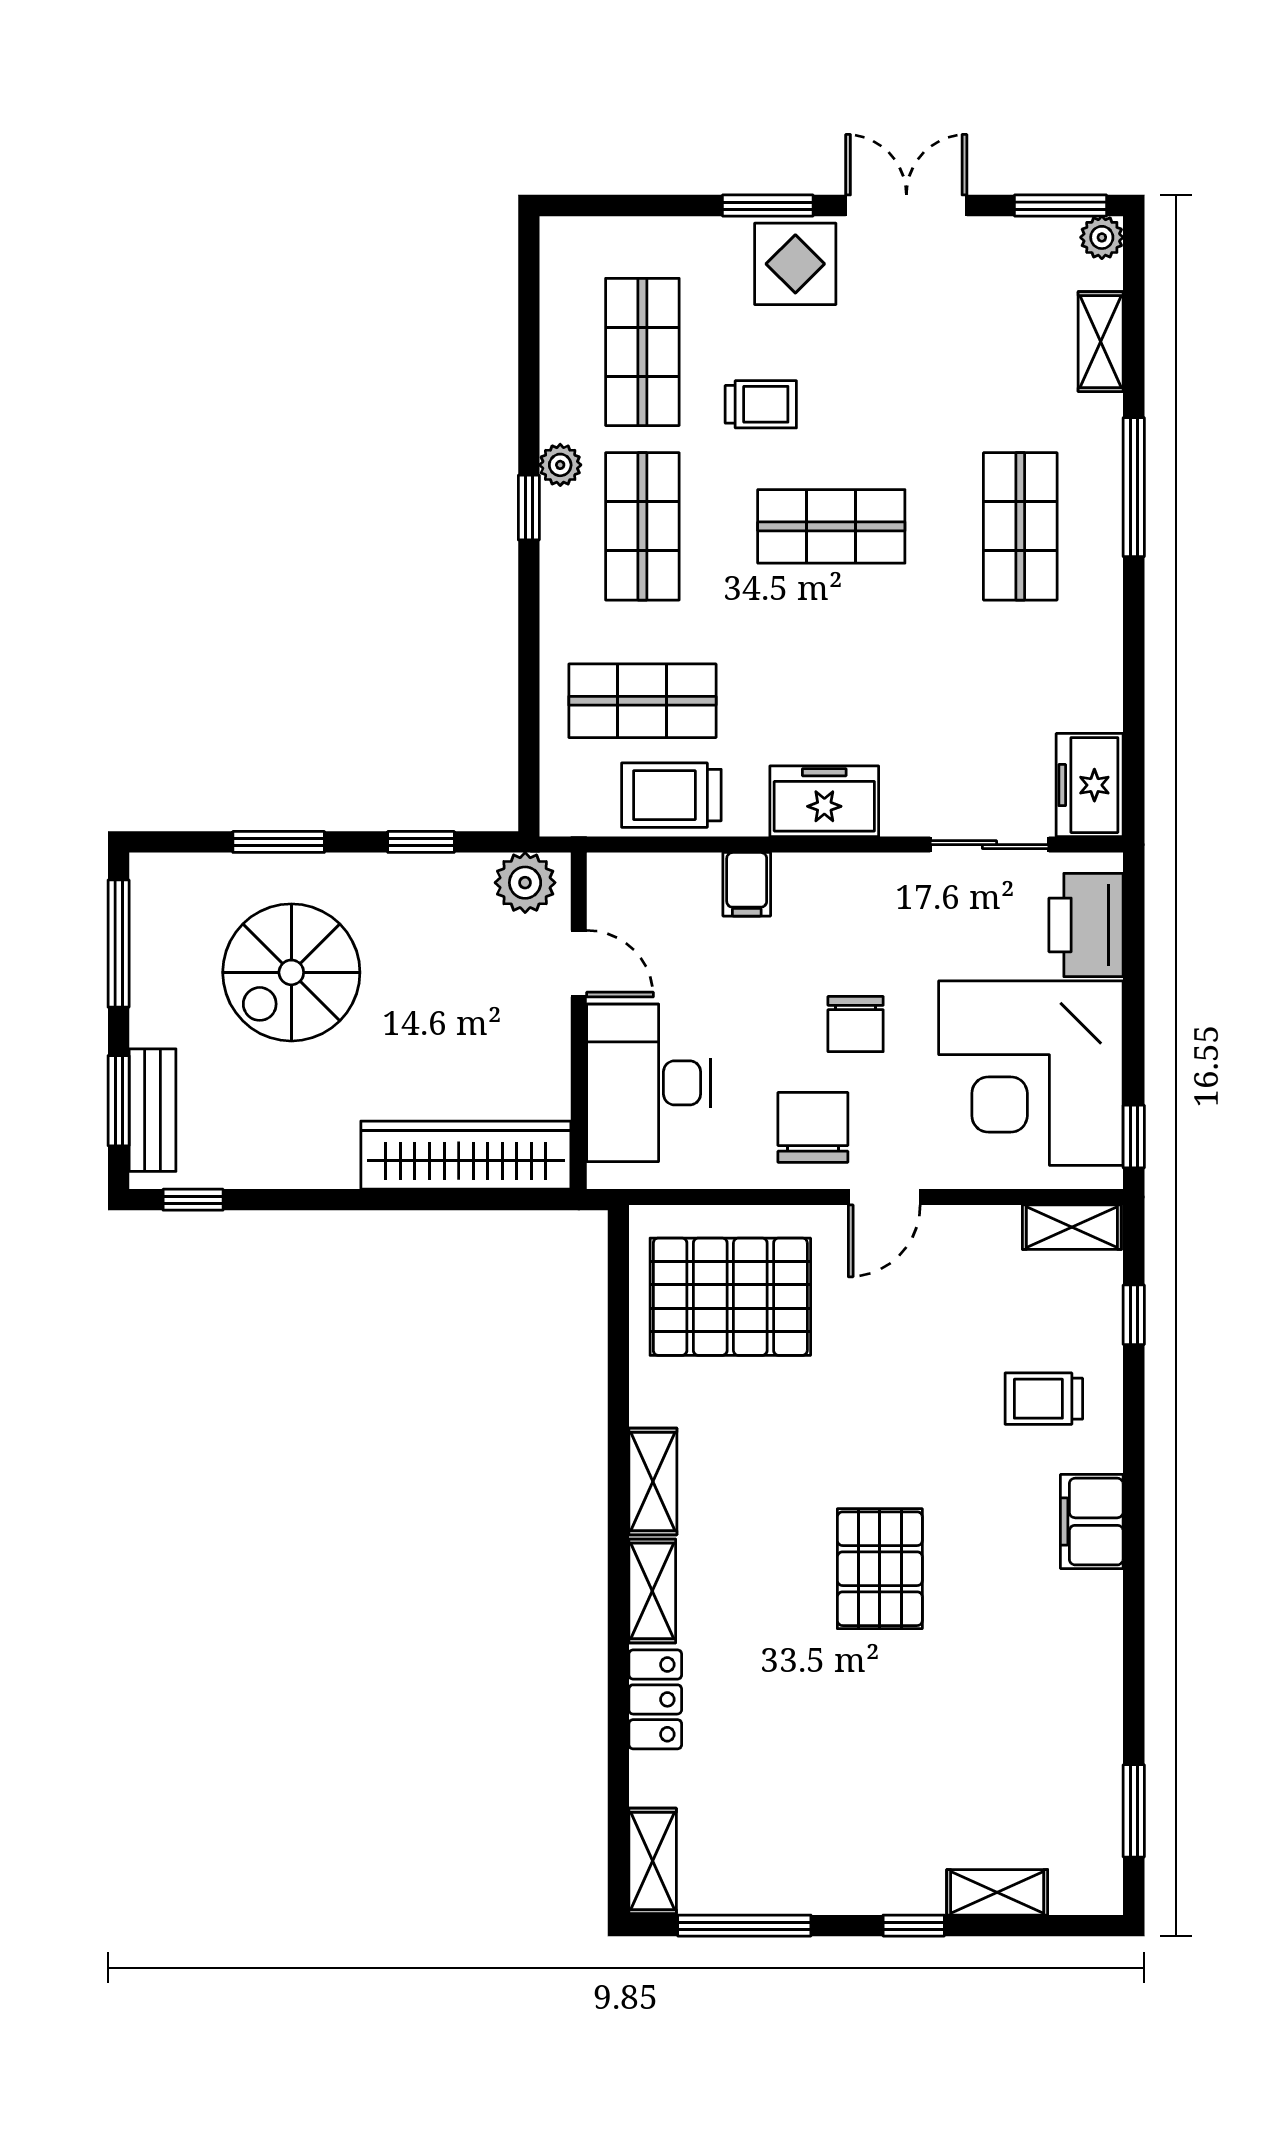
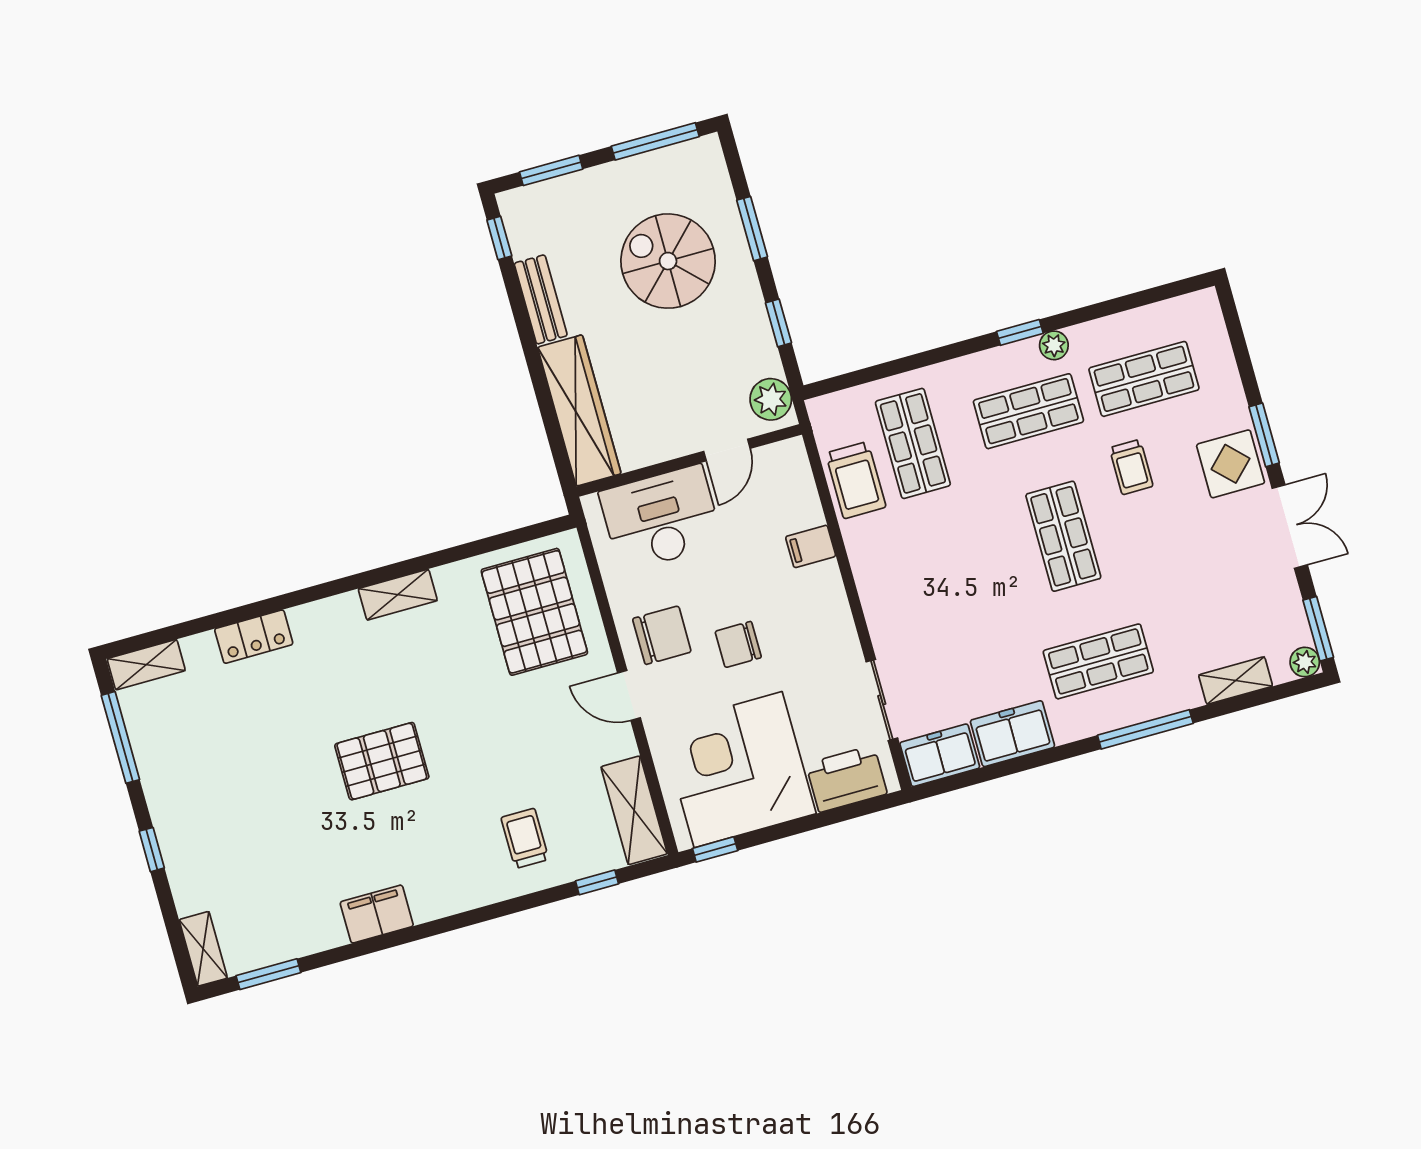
trolley: (671, 795) -> (856, 480), turned 180
freezer: (824, 801) -> (1012, 734), moved, turned -90
bench: (153, 1110) -> (541, 299), moved, turned 90
shelving: (1072, 1227) -> (634, 810), width x1.50, depth x1.33
filing cabinet: (1092, 1522) -> (377, 914), moved
shelving: (652, 1591) -> (325, 615), removed
shelving: (997, 1892) -> (203, 949), moved

